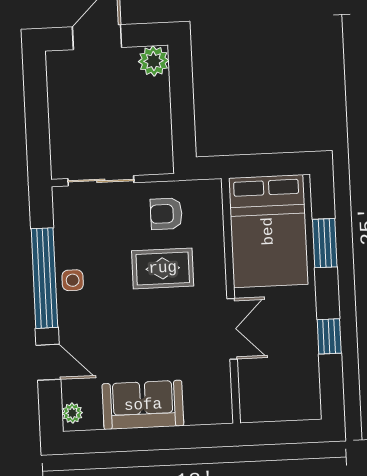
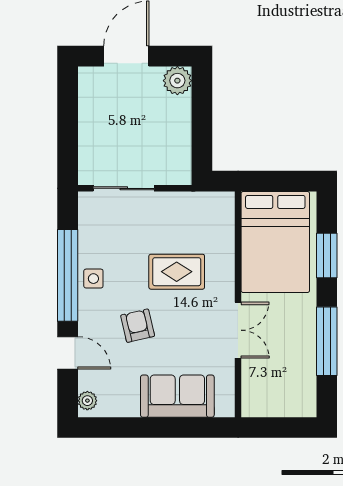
armchair: (166, 214) -> (138, 326), moved, turned 77
window: (329, 336) -> (327, 341), width x2.17
sofa: (143, 405) -> (177, 396), moved

